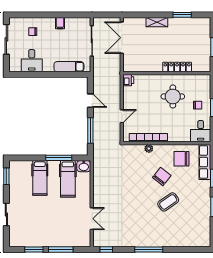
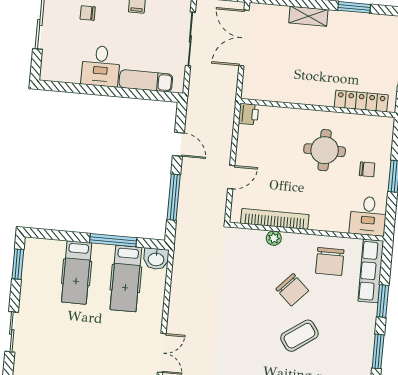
desk: (32, 61) -> (101, 66), moved
locker: (177, 67) -> (361, 101), moved
chair: (181, 159) -> (330, 261), turned -90
chair: (162, 177) -> (292, 290), turned 95

